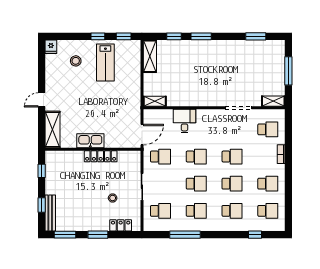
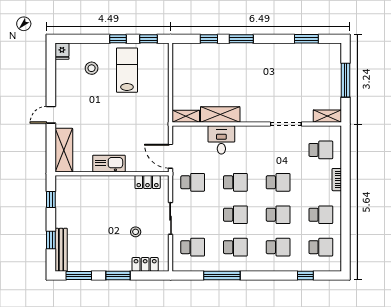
shelving: (150, 56) -> (220, 115), moved, turned 90
lab bench: (105, 62) -> (127, 70), turned 180
door: (142, 135) -> (171, 156), swing flipped
locker: (101, 156) -> (148, 182), moved, width x0.66

